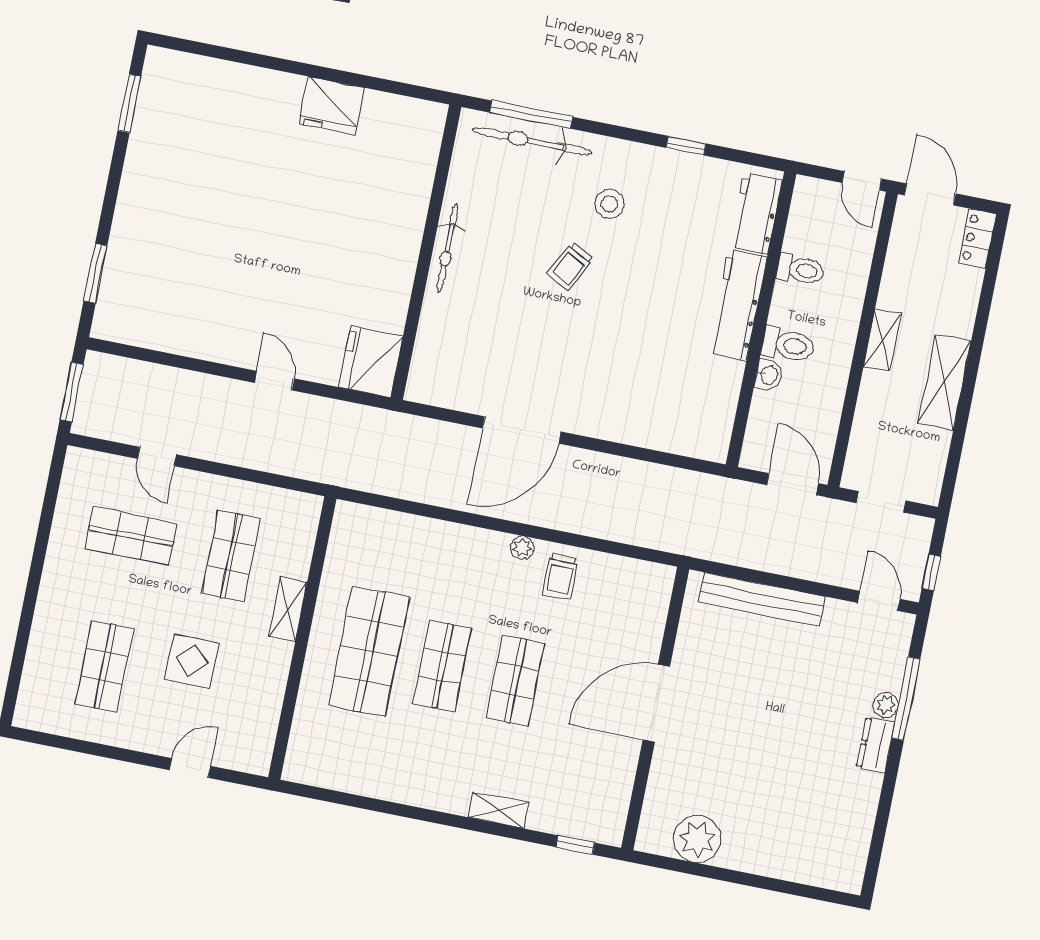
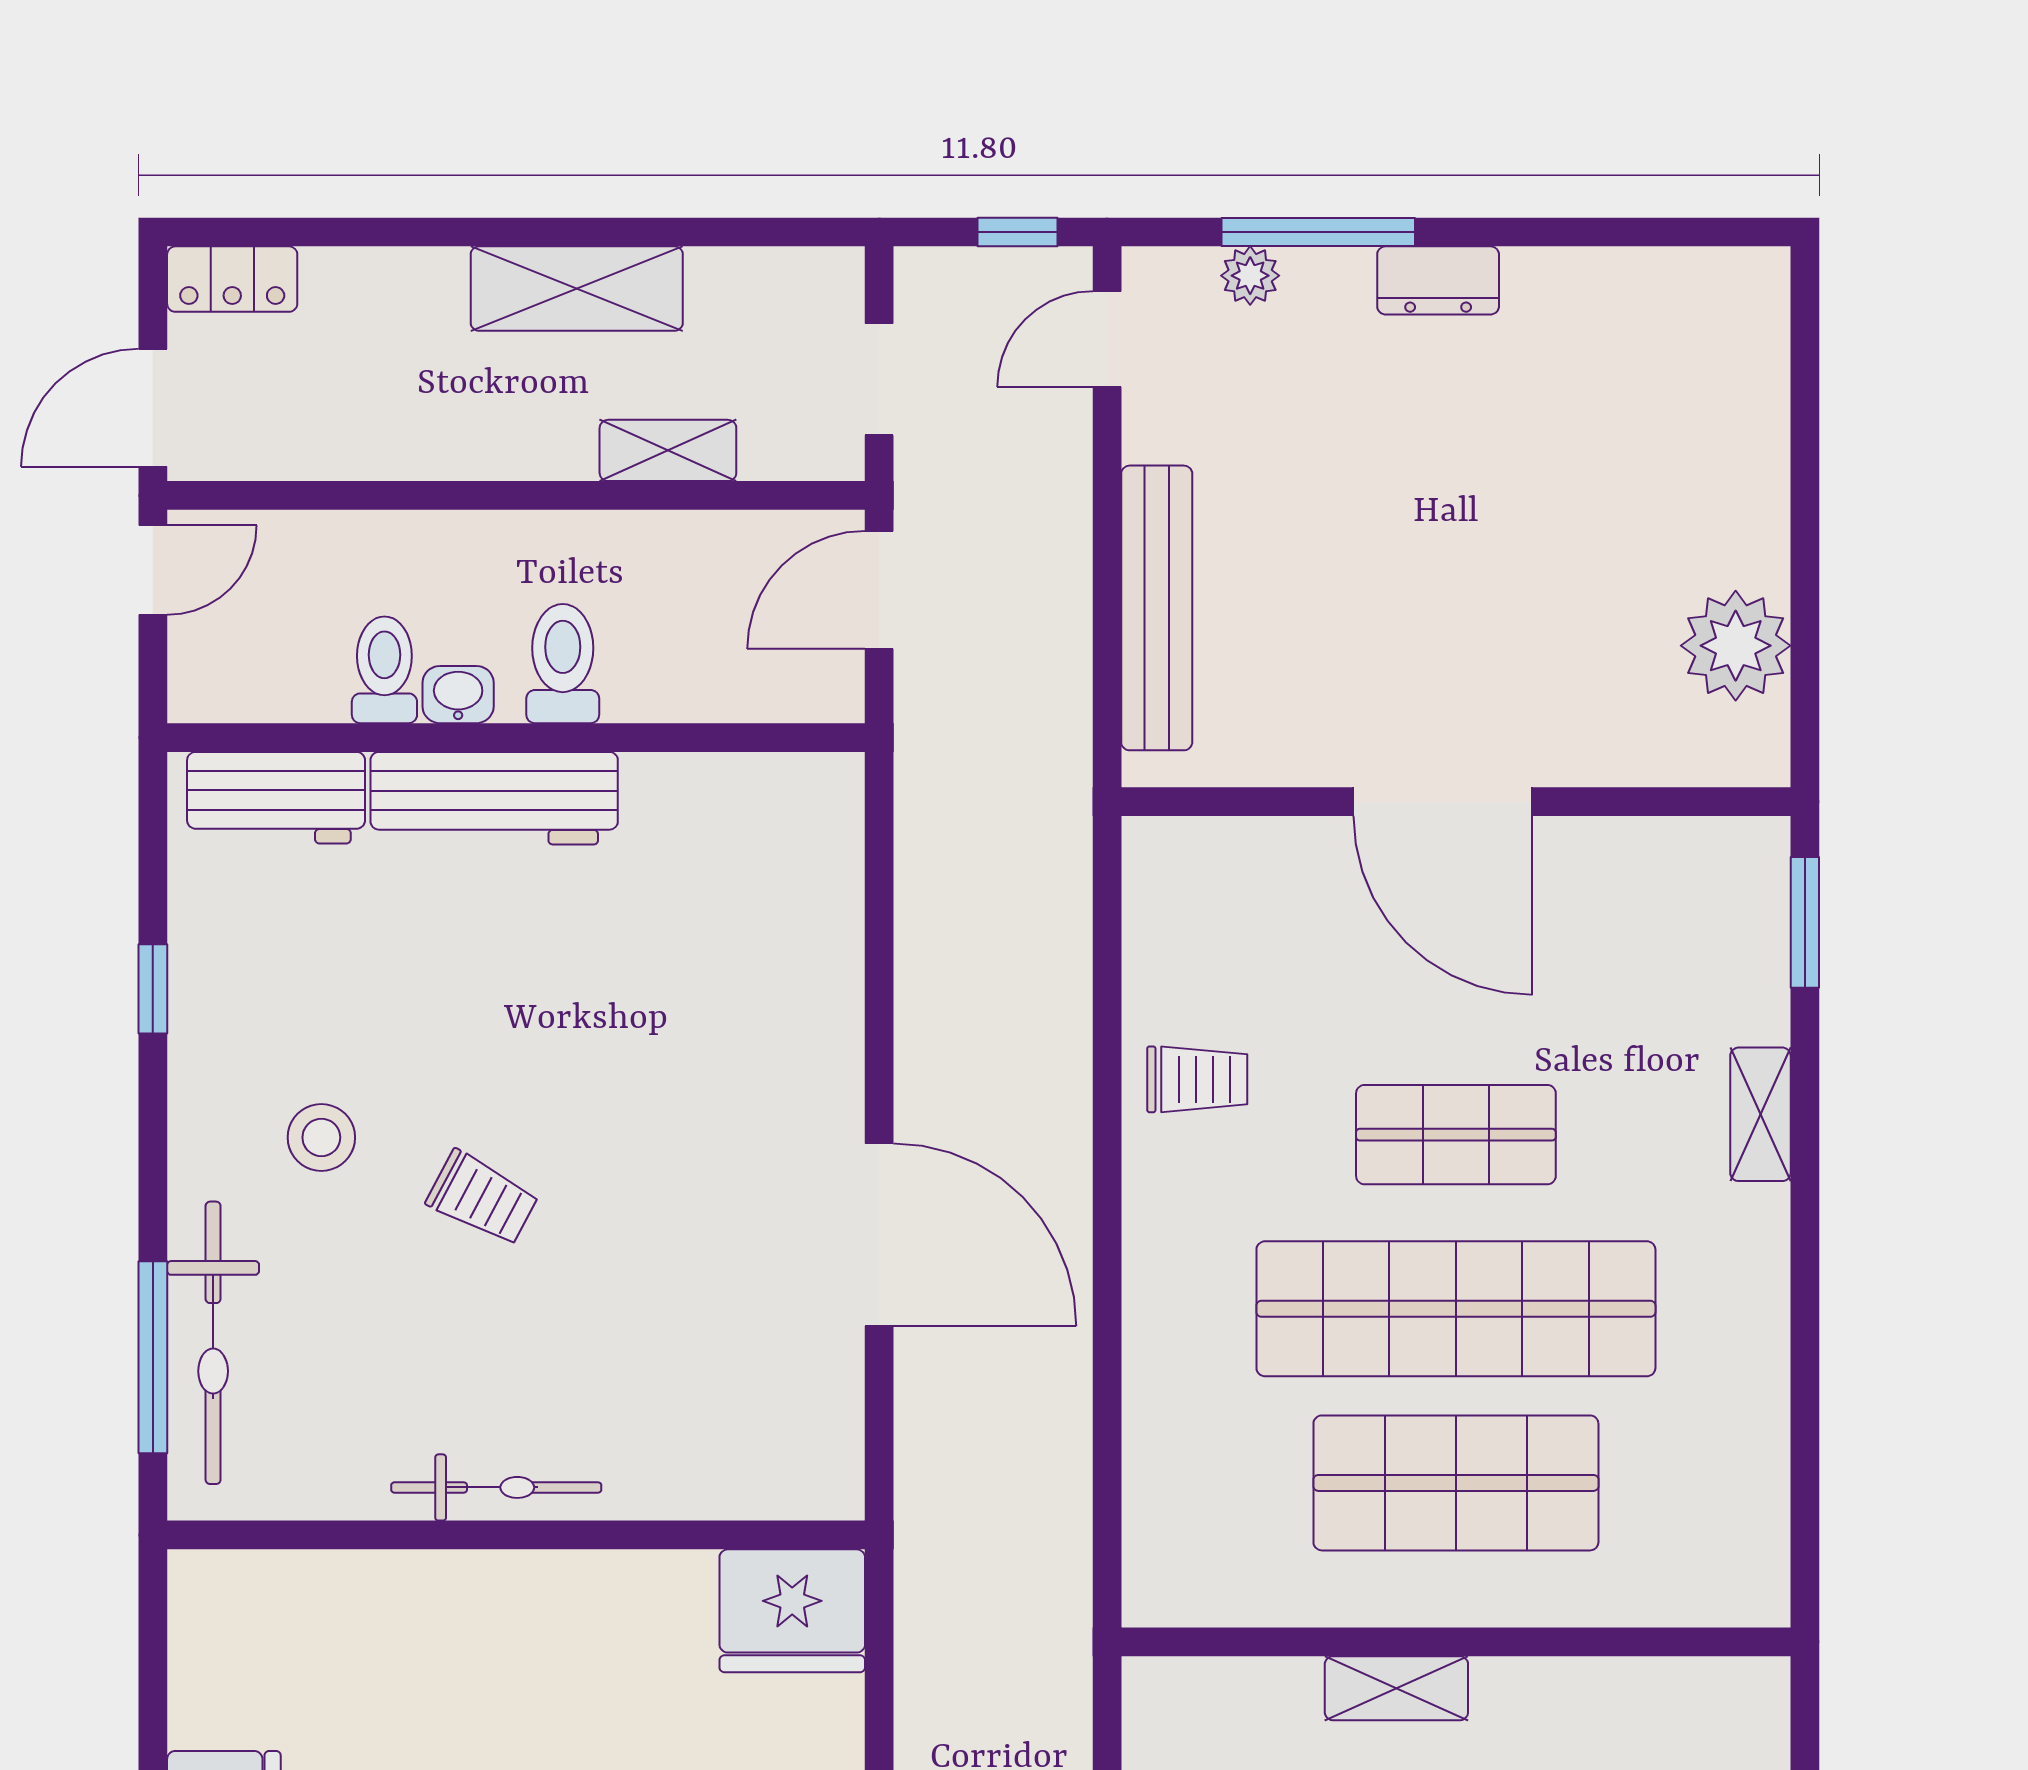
shelving: (882, 340) -> (668, 450), moved
washbasin: (769, 375) -> (458, 695), moved
plant: (522, 548) -> (1148, 1180), removed
shop shelf: (442, 666) -> (1456, 1309), width x2.00, depth x1.36
plant: (886, 705) -> (1250, 276), moved
window: (575, 845) -> (1805, 922), width x1.50

